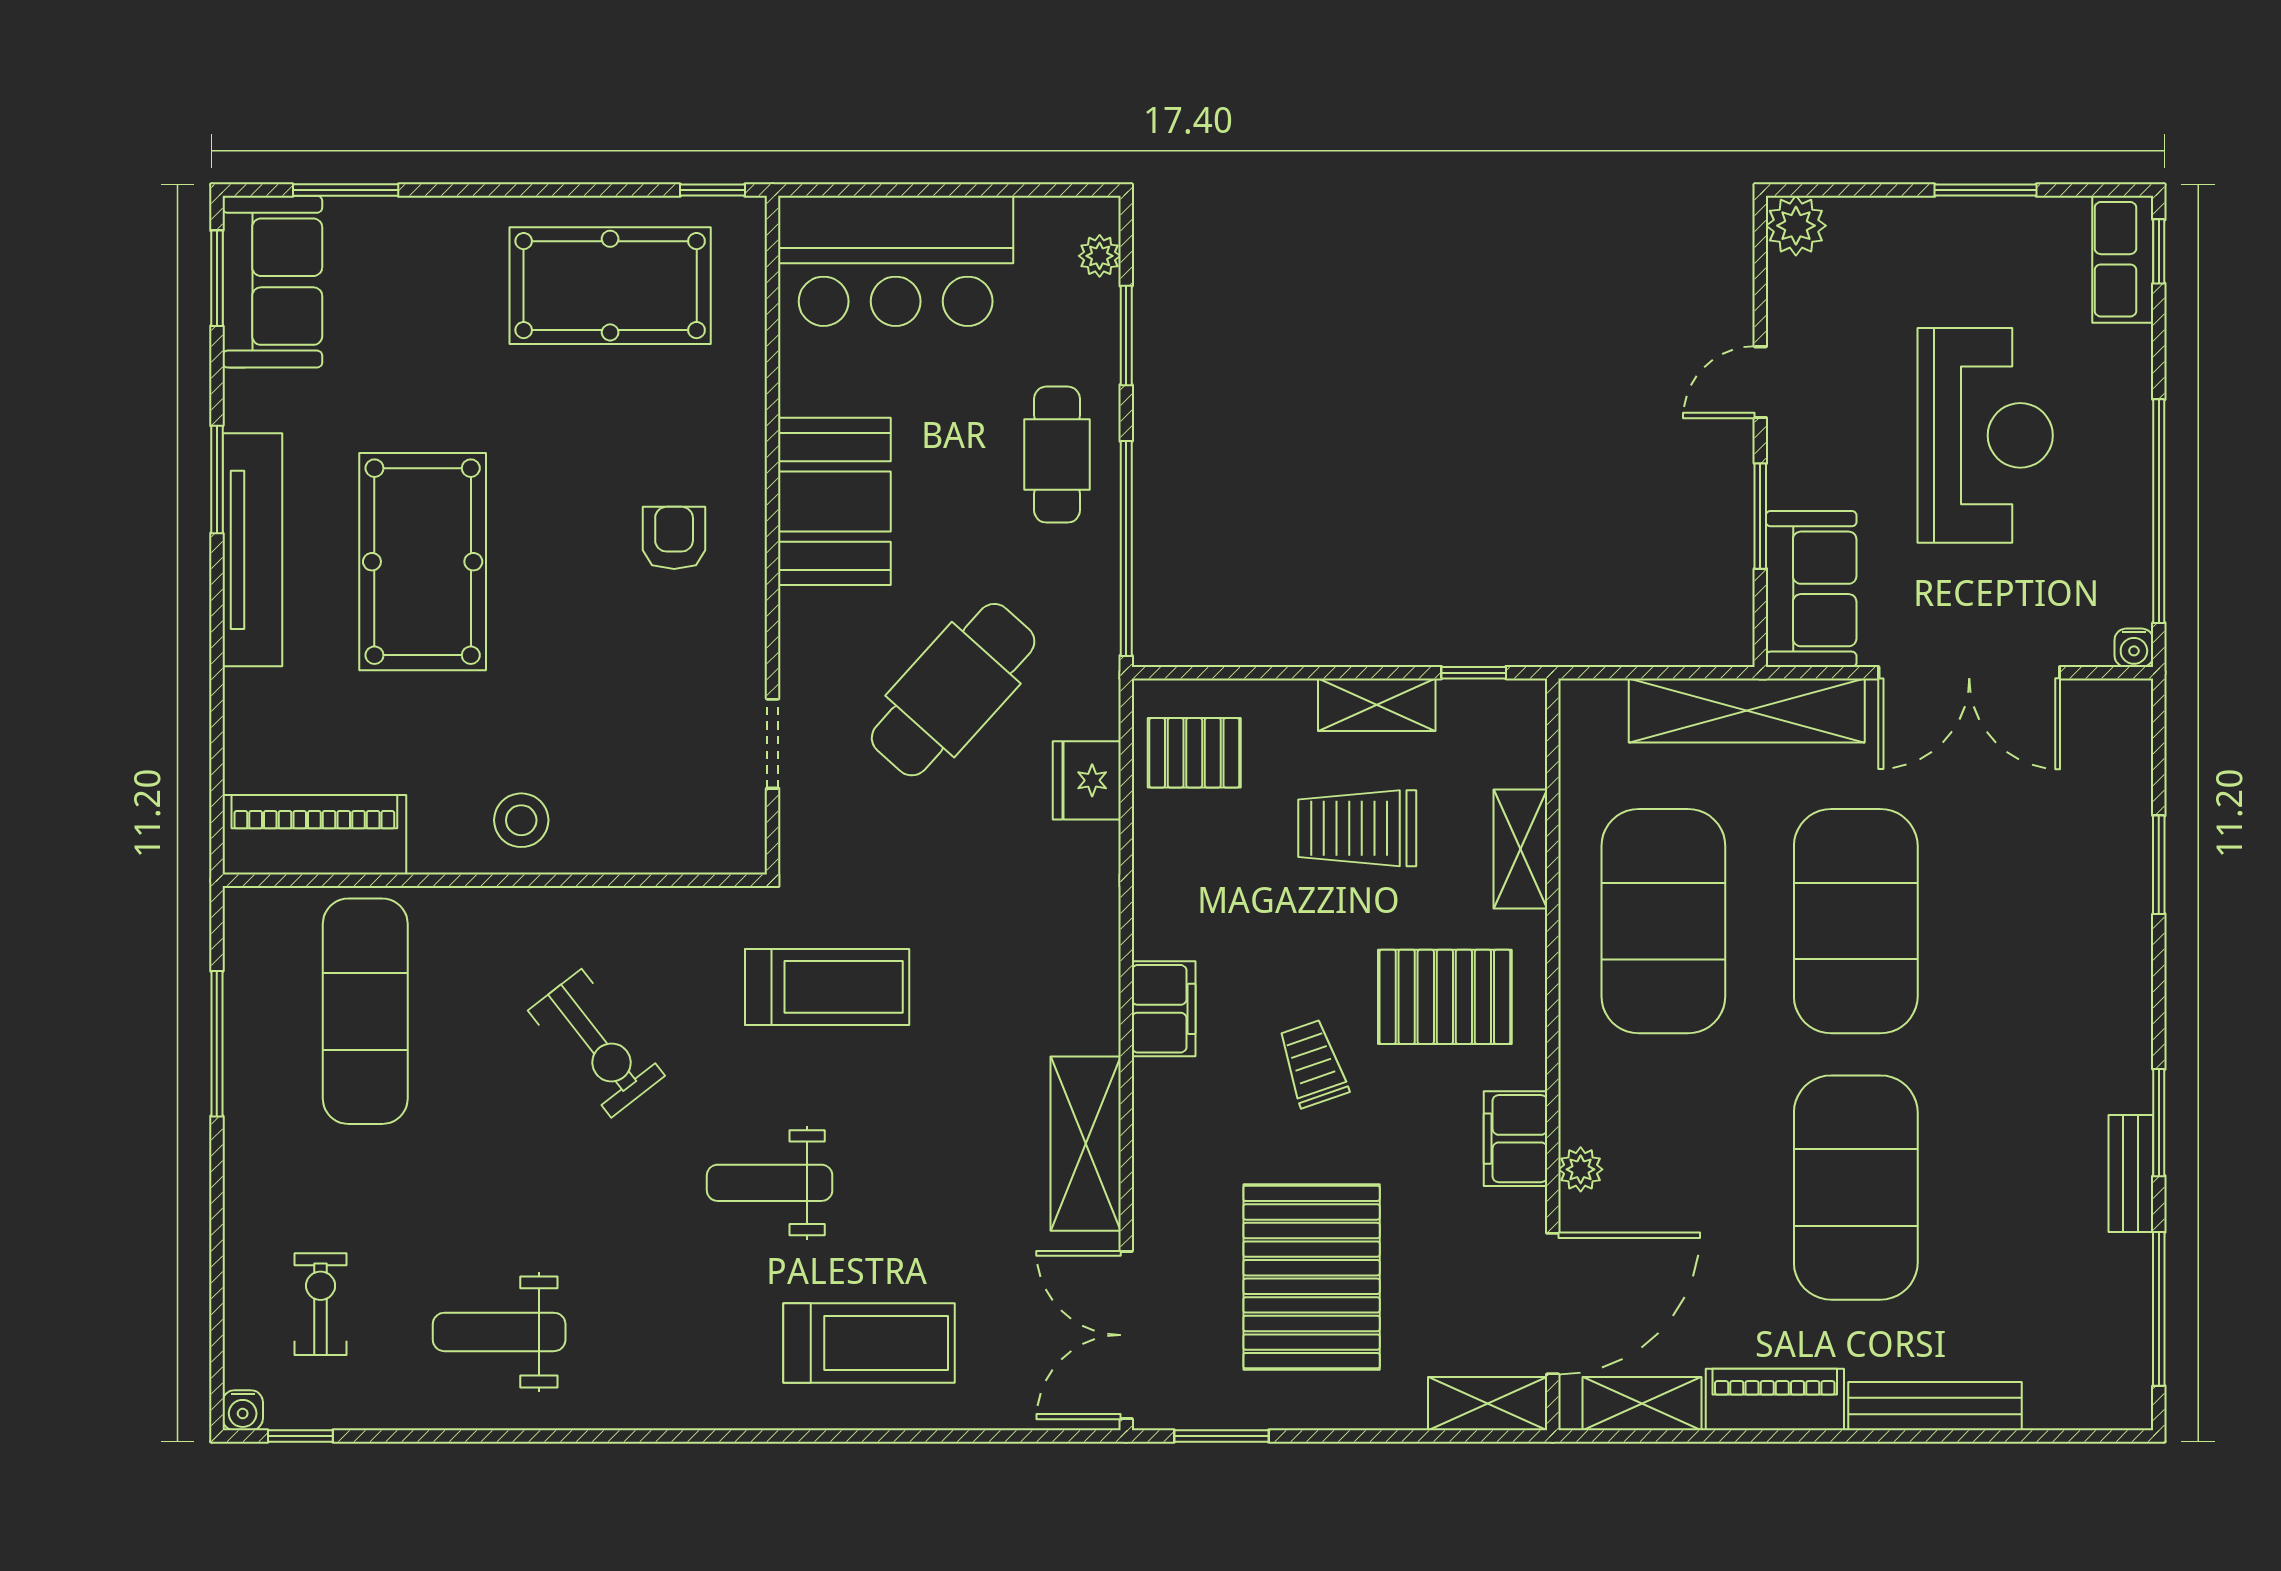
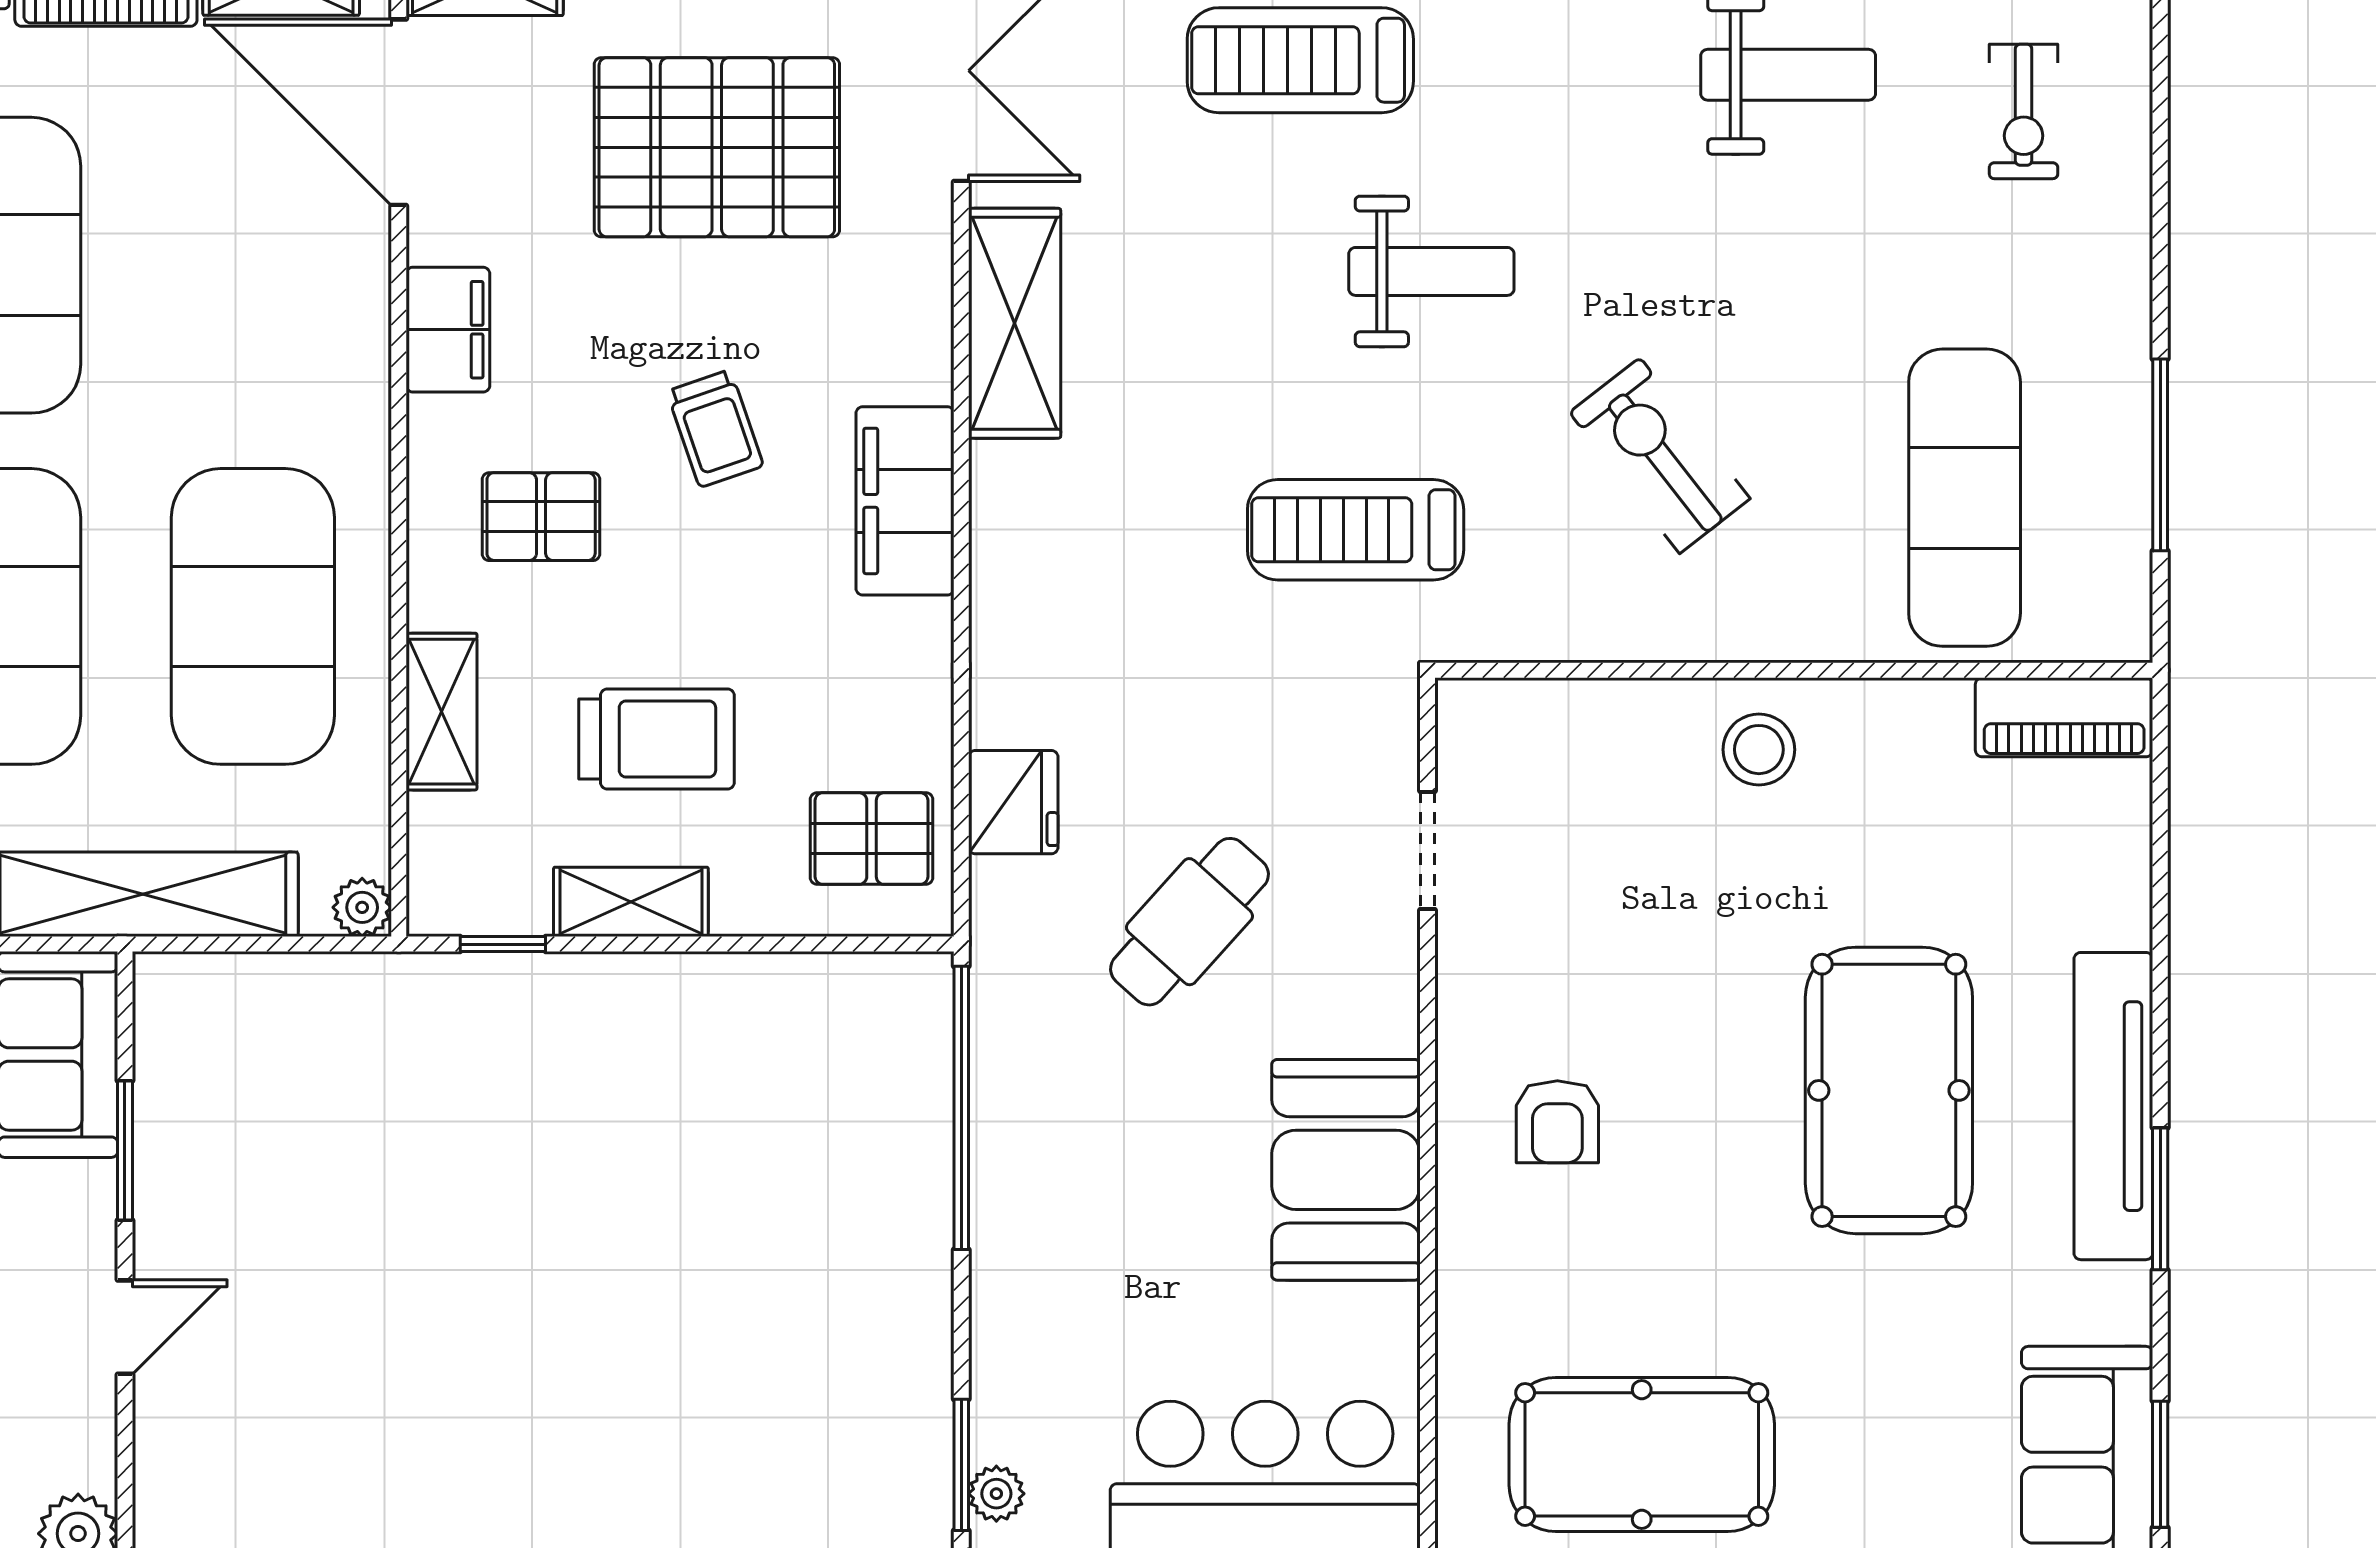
window: (1126, 335) -> (961, 1465), moved
cafe table: (1057, 455) -> (1052, 1232), removed
cafe table: (953, 690) -> (1189, 922), width x0.73, depth x0.74
piano: (314, 835) -> (2064, 717), width x0.73, depth x0.75
pallet: (1445, 997) -> (541, 517), width x0.67, depth x0.71
filing cabinet: (1164, 1009) -> (905, 501), width x1.50, depth x1.17
plant: (1581, 1169) -> (362, 907), moved
pallet: (1312, 1277) -> (717, 147), turned 90
door: (1553, 1304) -> (399, 112), hinge flipped

